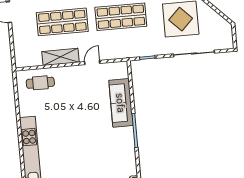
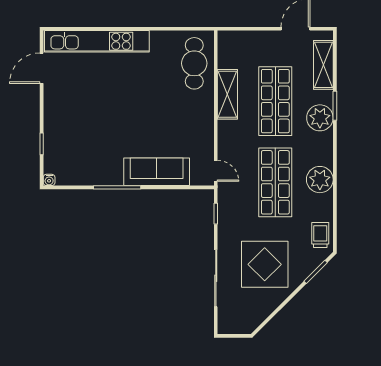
door: (92, 63) -> (216, 171), moved
cafe table: (40, 83) -> (194, 63), width x1.37, depth x1.35

